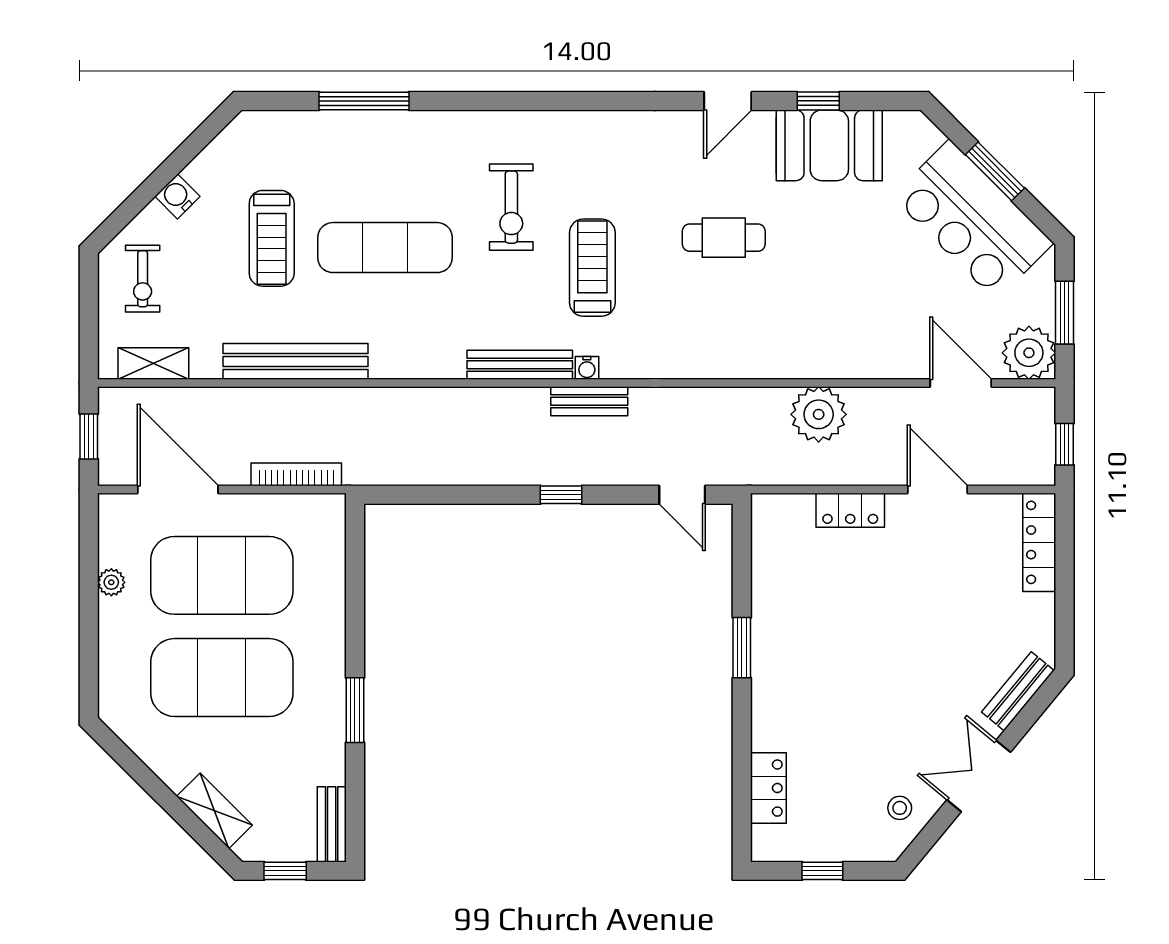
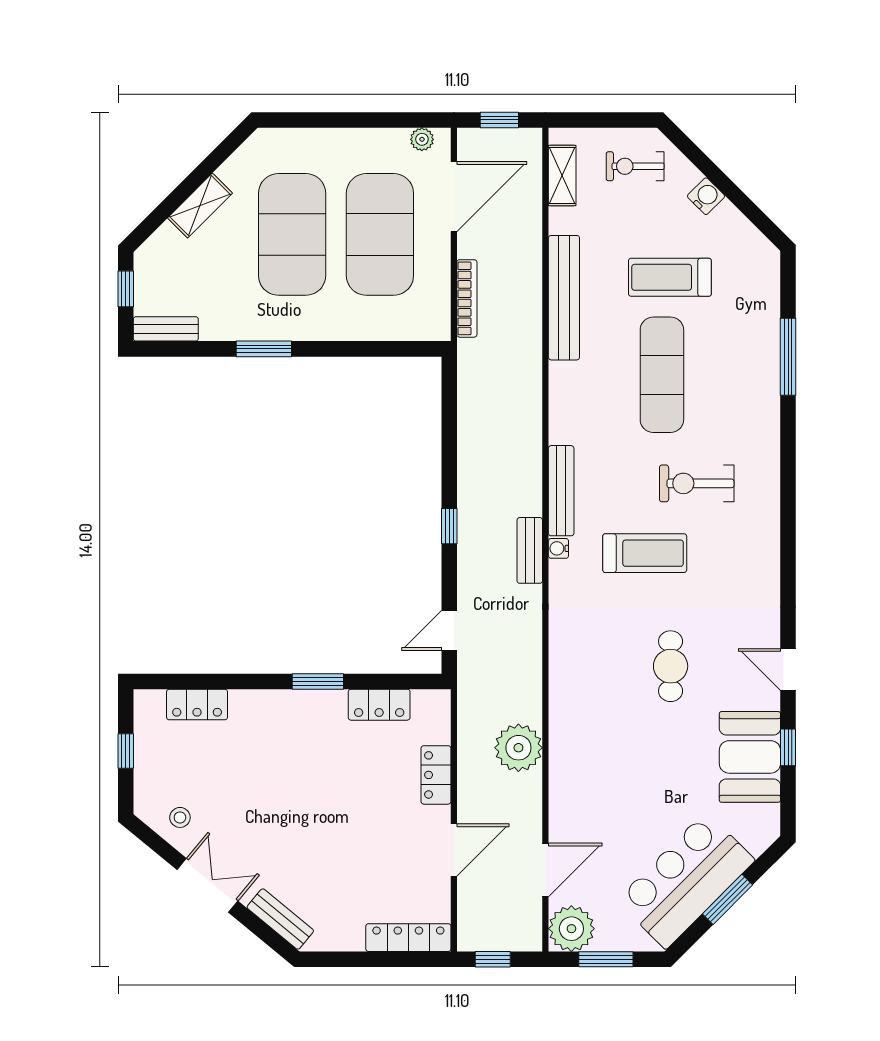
locker: (769, 576) -> (379, 705), added
plant: (111, 582) -> (422, 139), moved
shelving: (214, 811) -> (200, 206), moved

